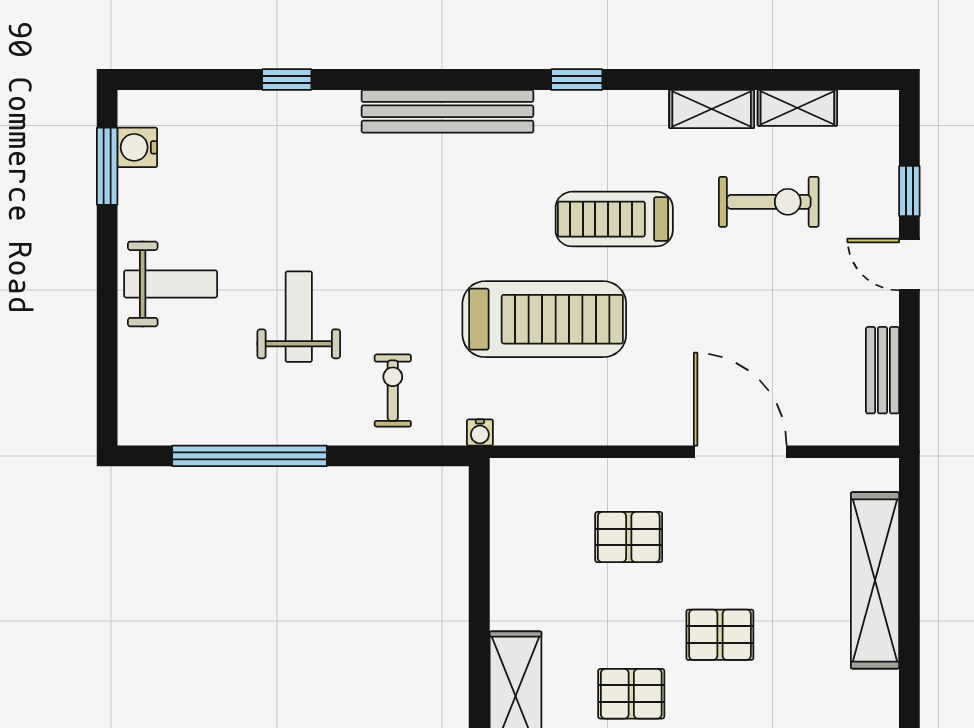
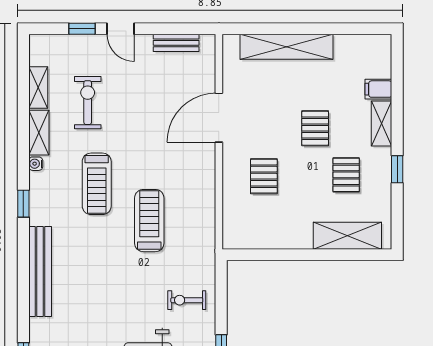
door: (909, 264) -> (121, 29), hinge flipped
treadmill: (544, 319) -> (149, 221), width x0.73, depth x0.73
water cooler: (480, 432) -> (36, 164), moved, turned 180

